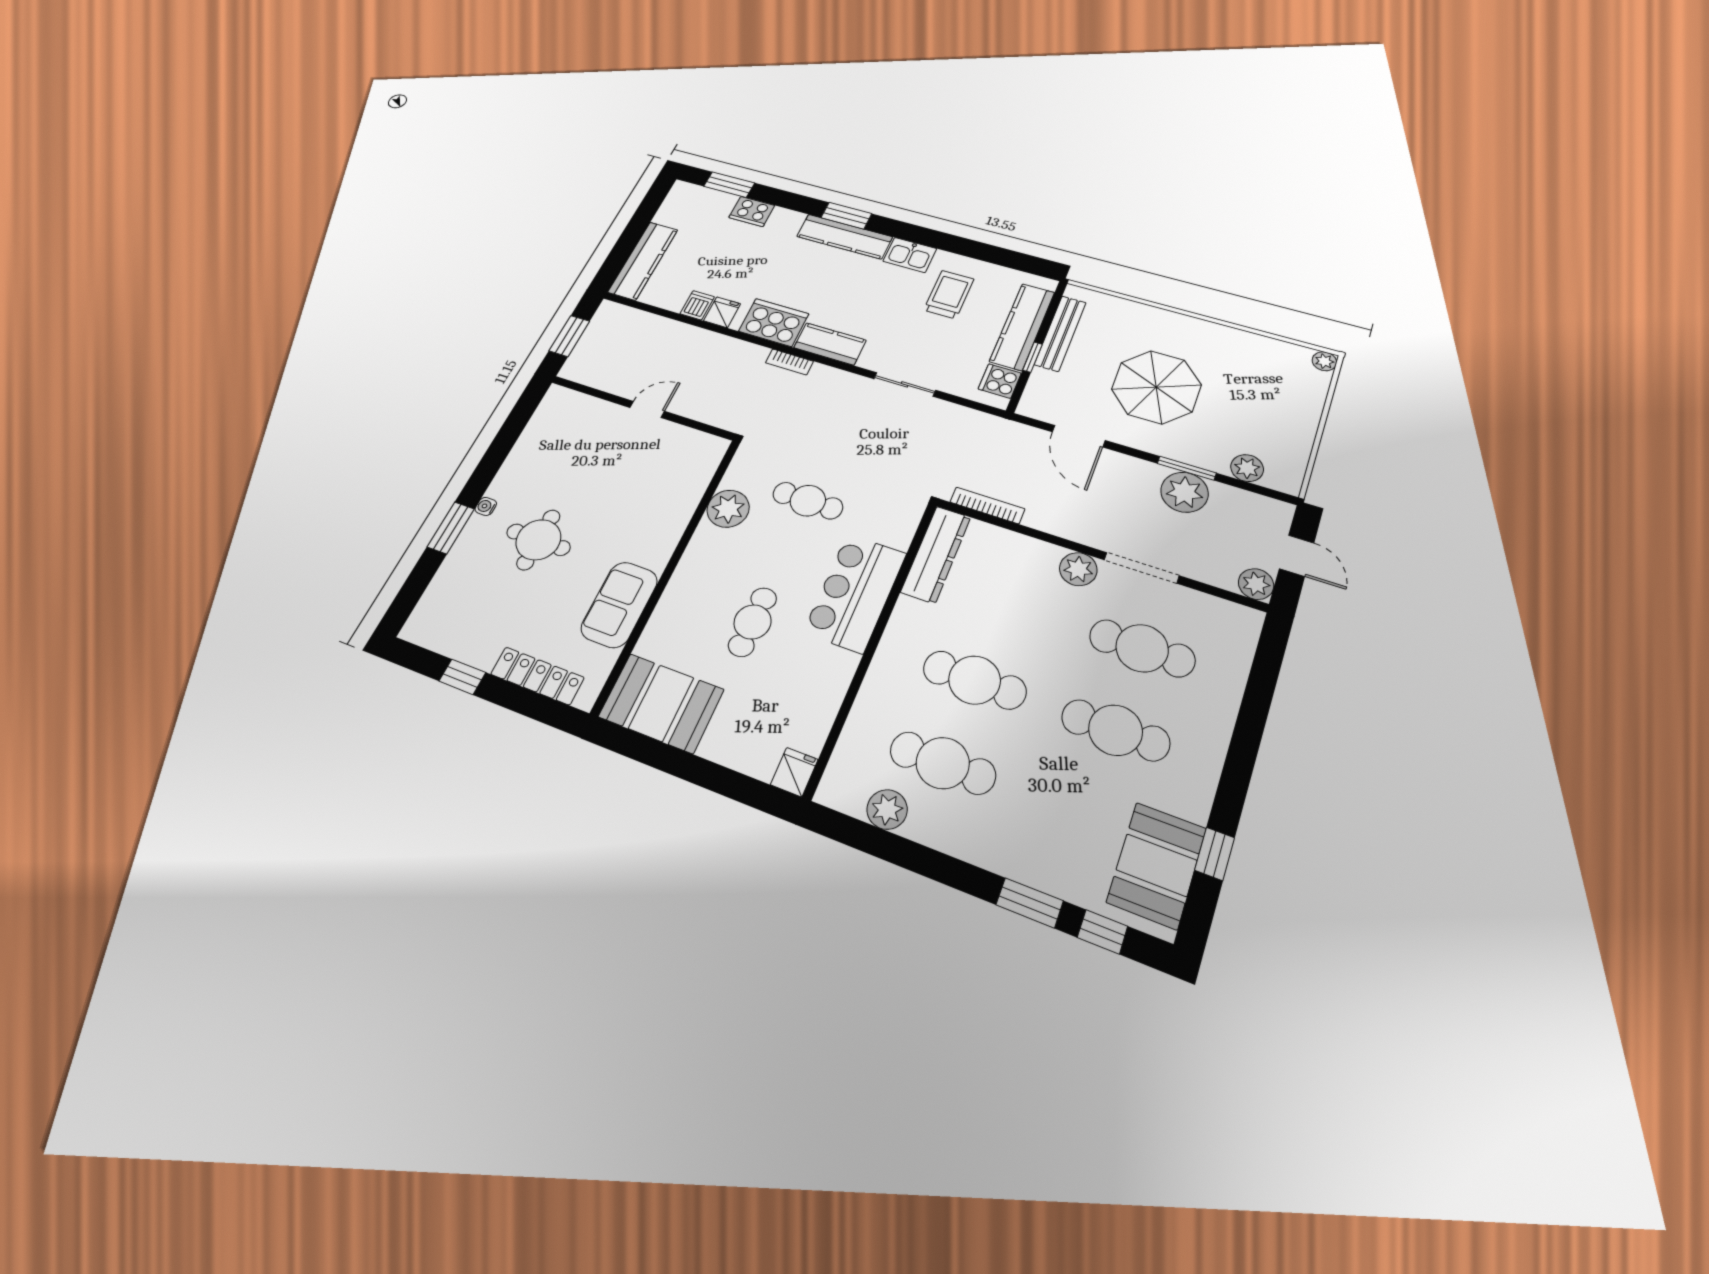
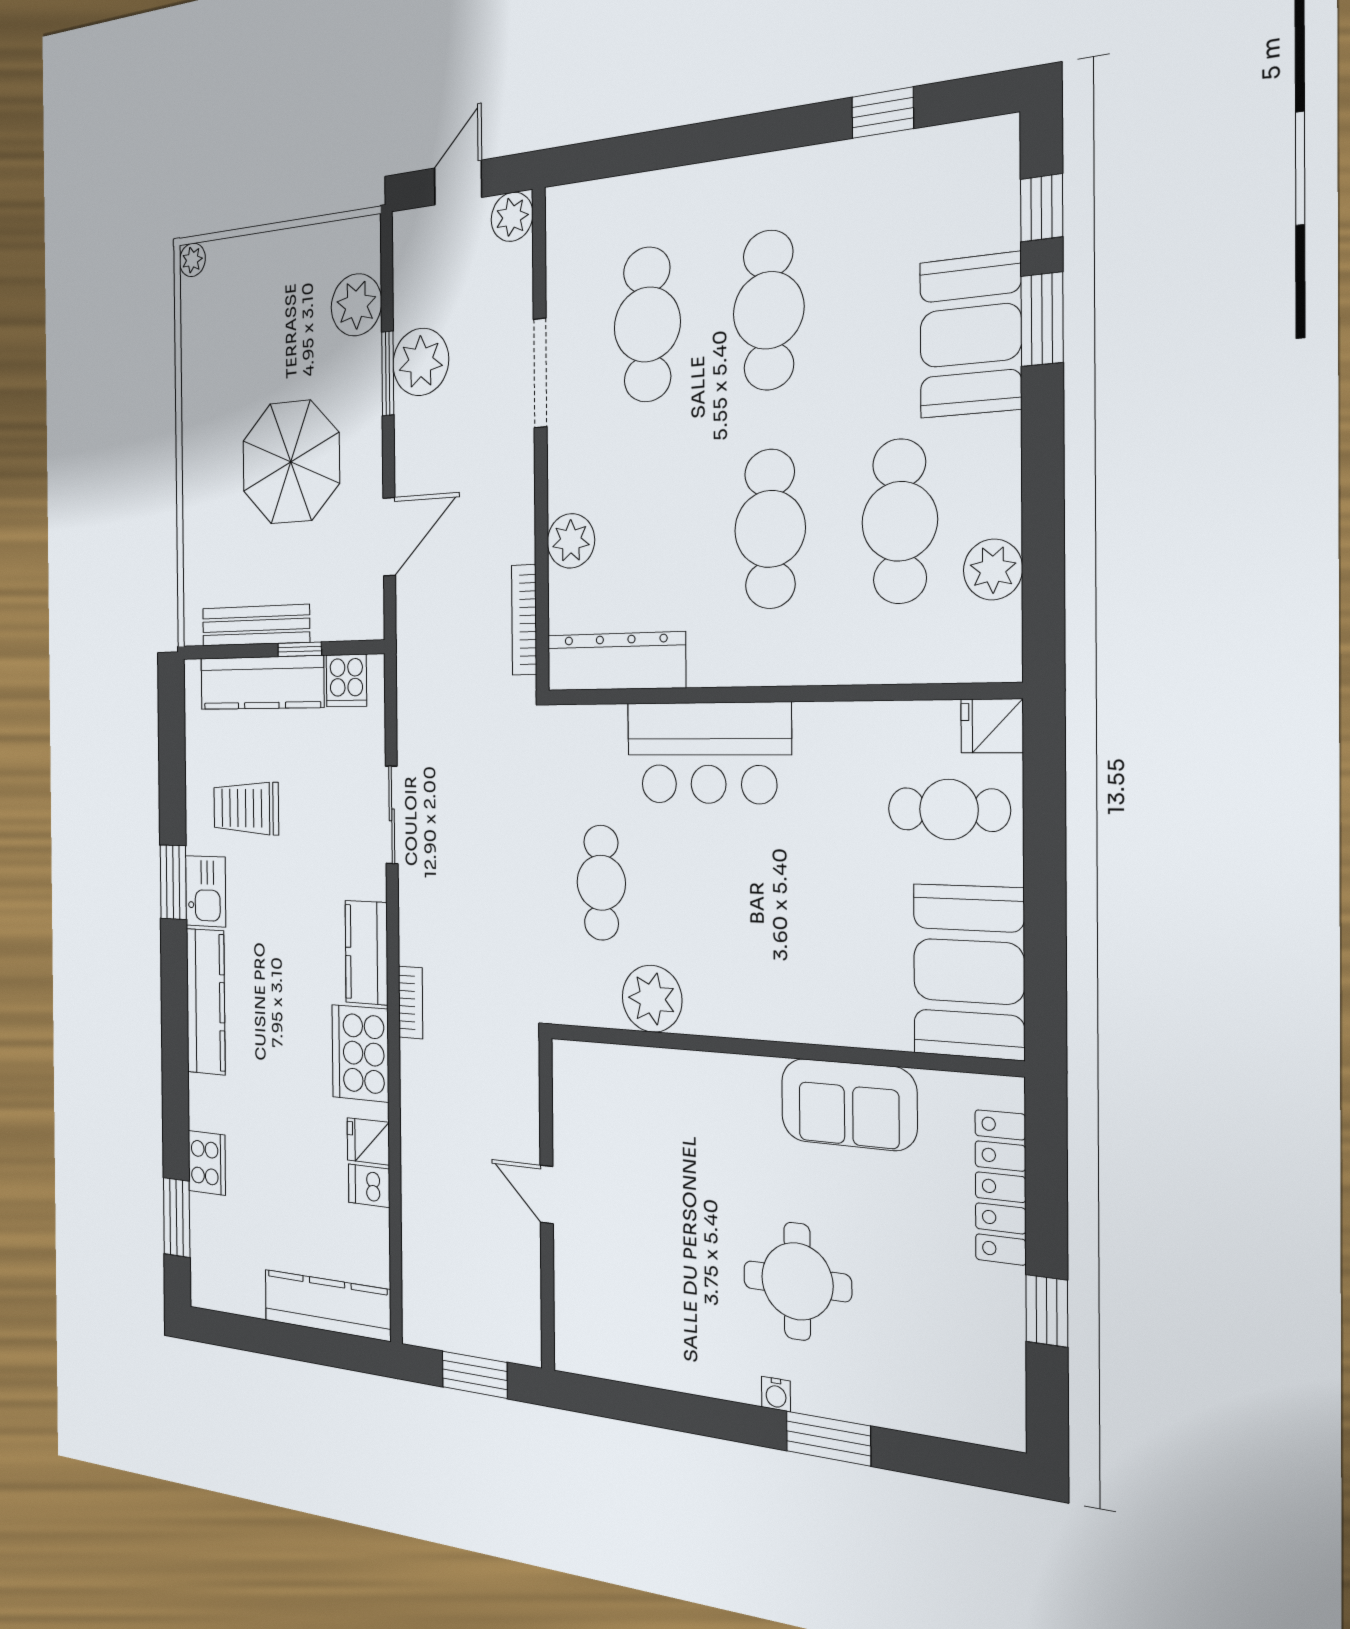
window: (846, 216) -> (173, 882), moved
plant: (1247, 468) -> (356, 305), width x1.36, depth x1.36
plant: (1078, 569) -> (571, 541), moved
cafe table: (753, 622) -> (949, 810), moved
booth: (1157, 865) -> (970, 335), moved, turned 90

